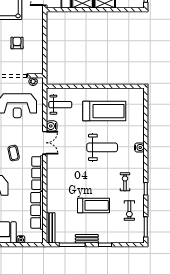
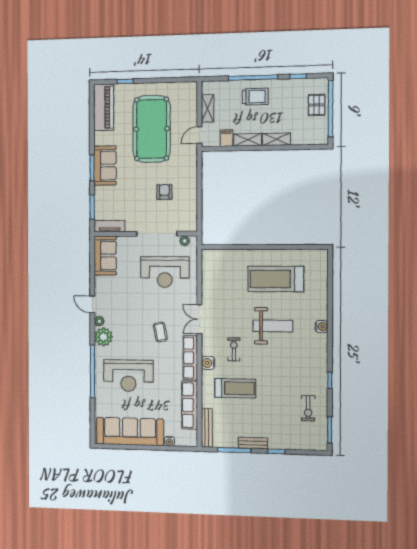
weight bench: (60, 105) -> (219, 271), removed
treadmill: (104, 111) -> (276, 279), turned 180
water cooler: (52, 126) -> (208, 363), moved
double door: (45, 143) -> (199, 319), swing flipped
exercise bike: (125, 182) -> (234, 349), moved
treadmill: (93, 205) -> (235, 388), moved

